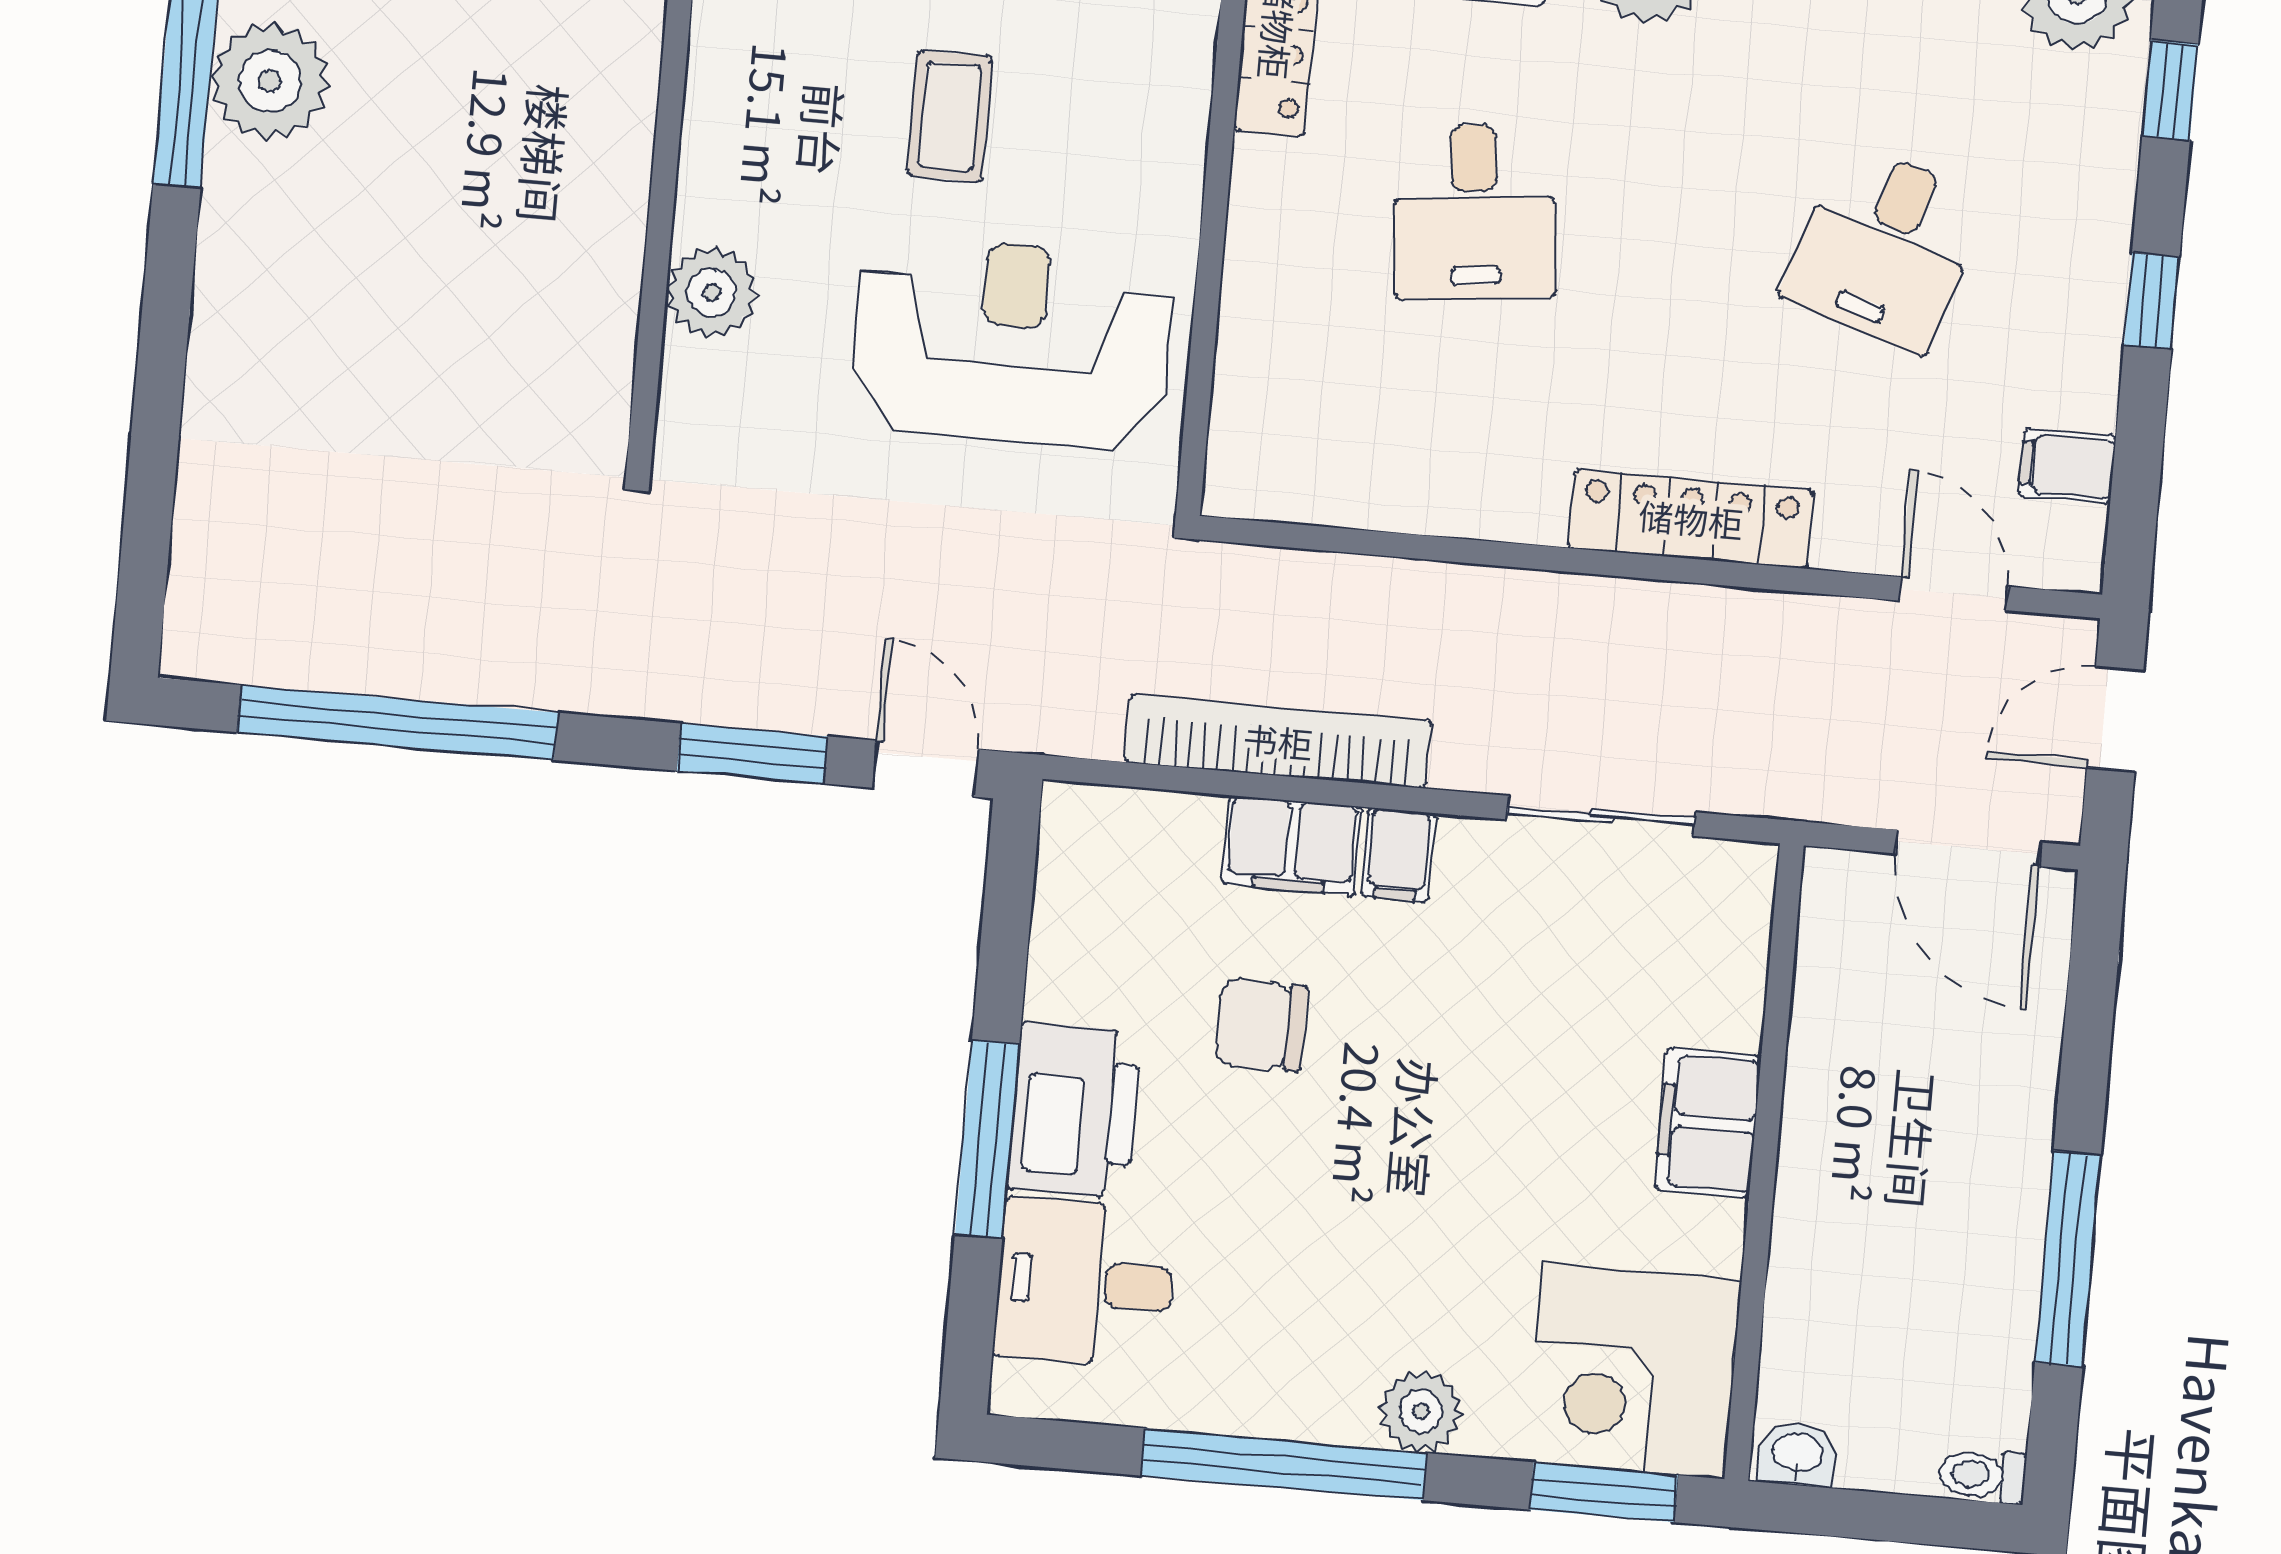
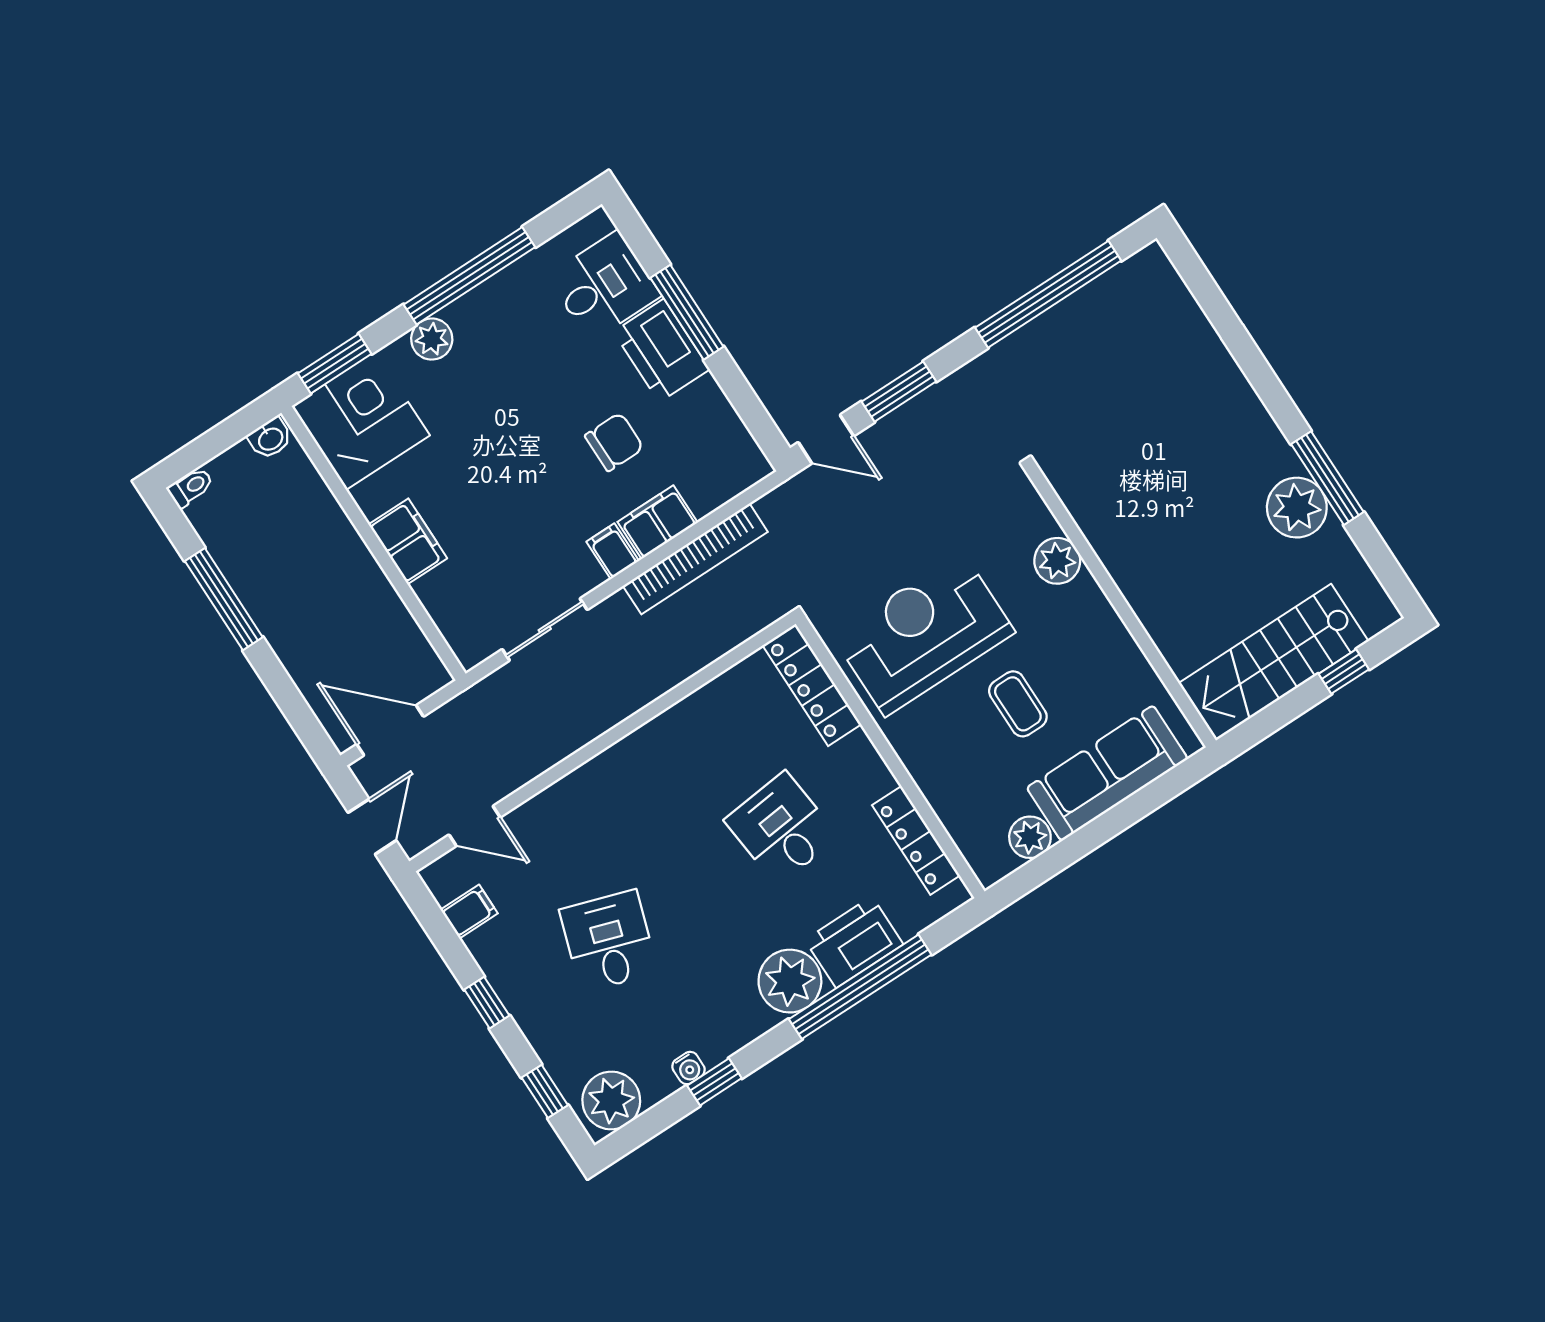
reception desk: (1011, 342) -> (924, 634), turned 180
locker: (1691, 519) -> (812, 685), moved, turned 90

